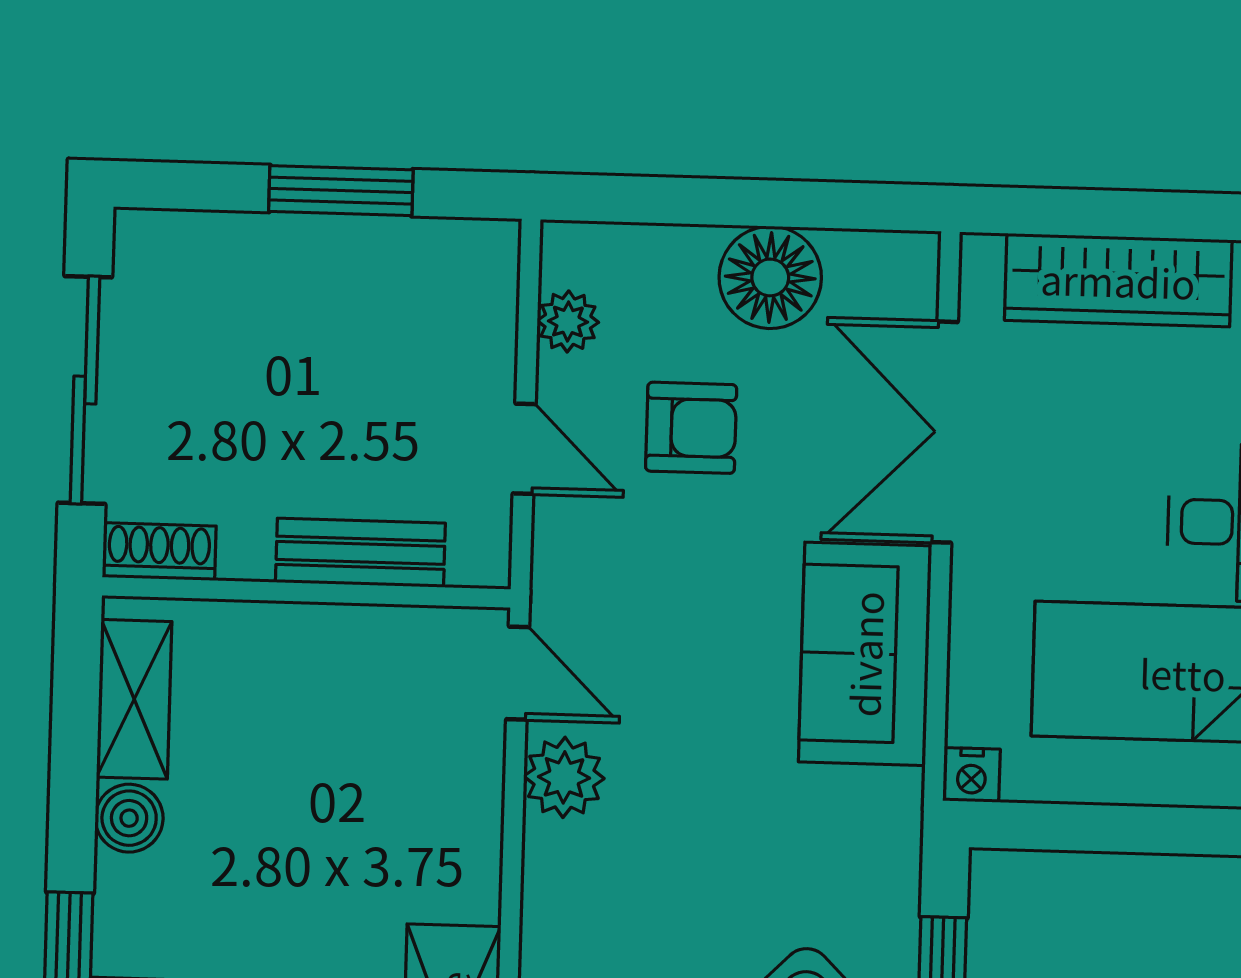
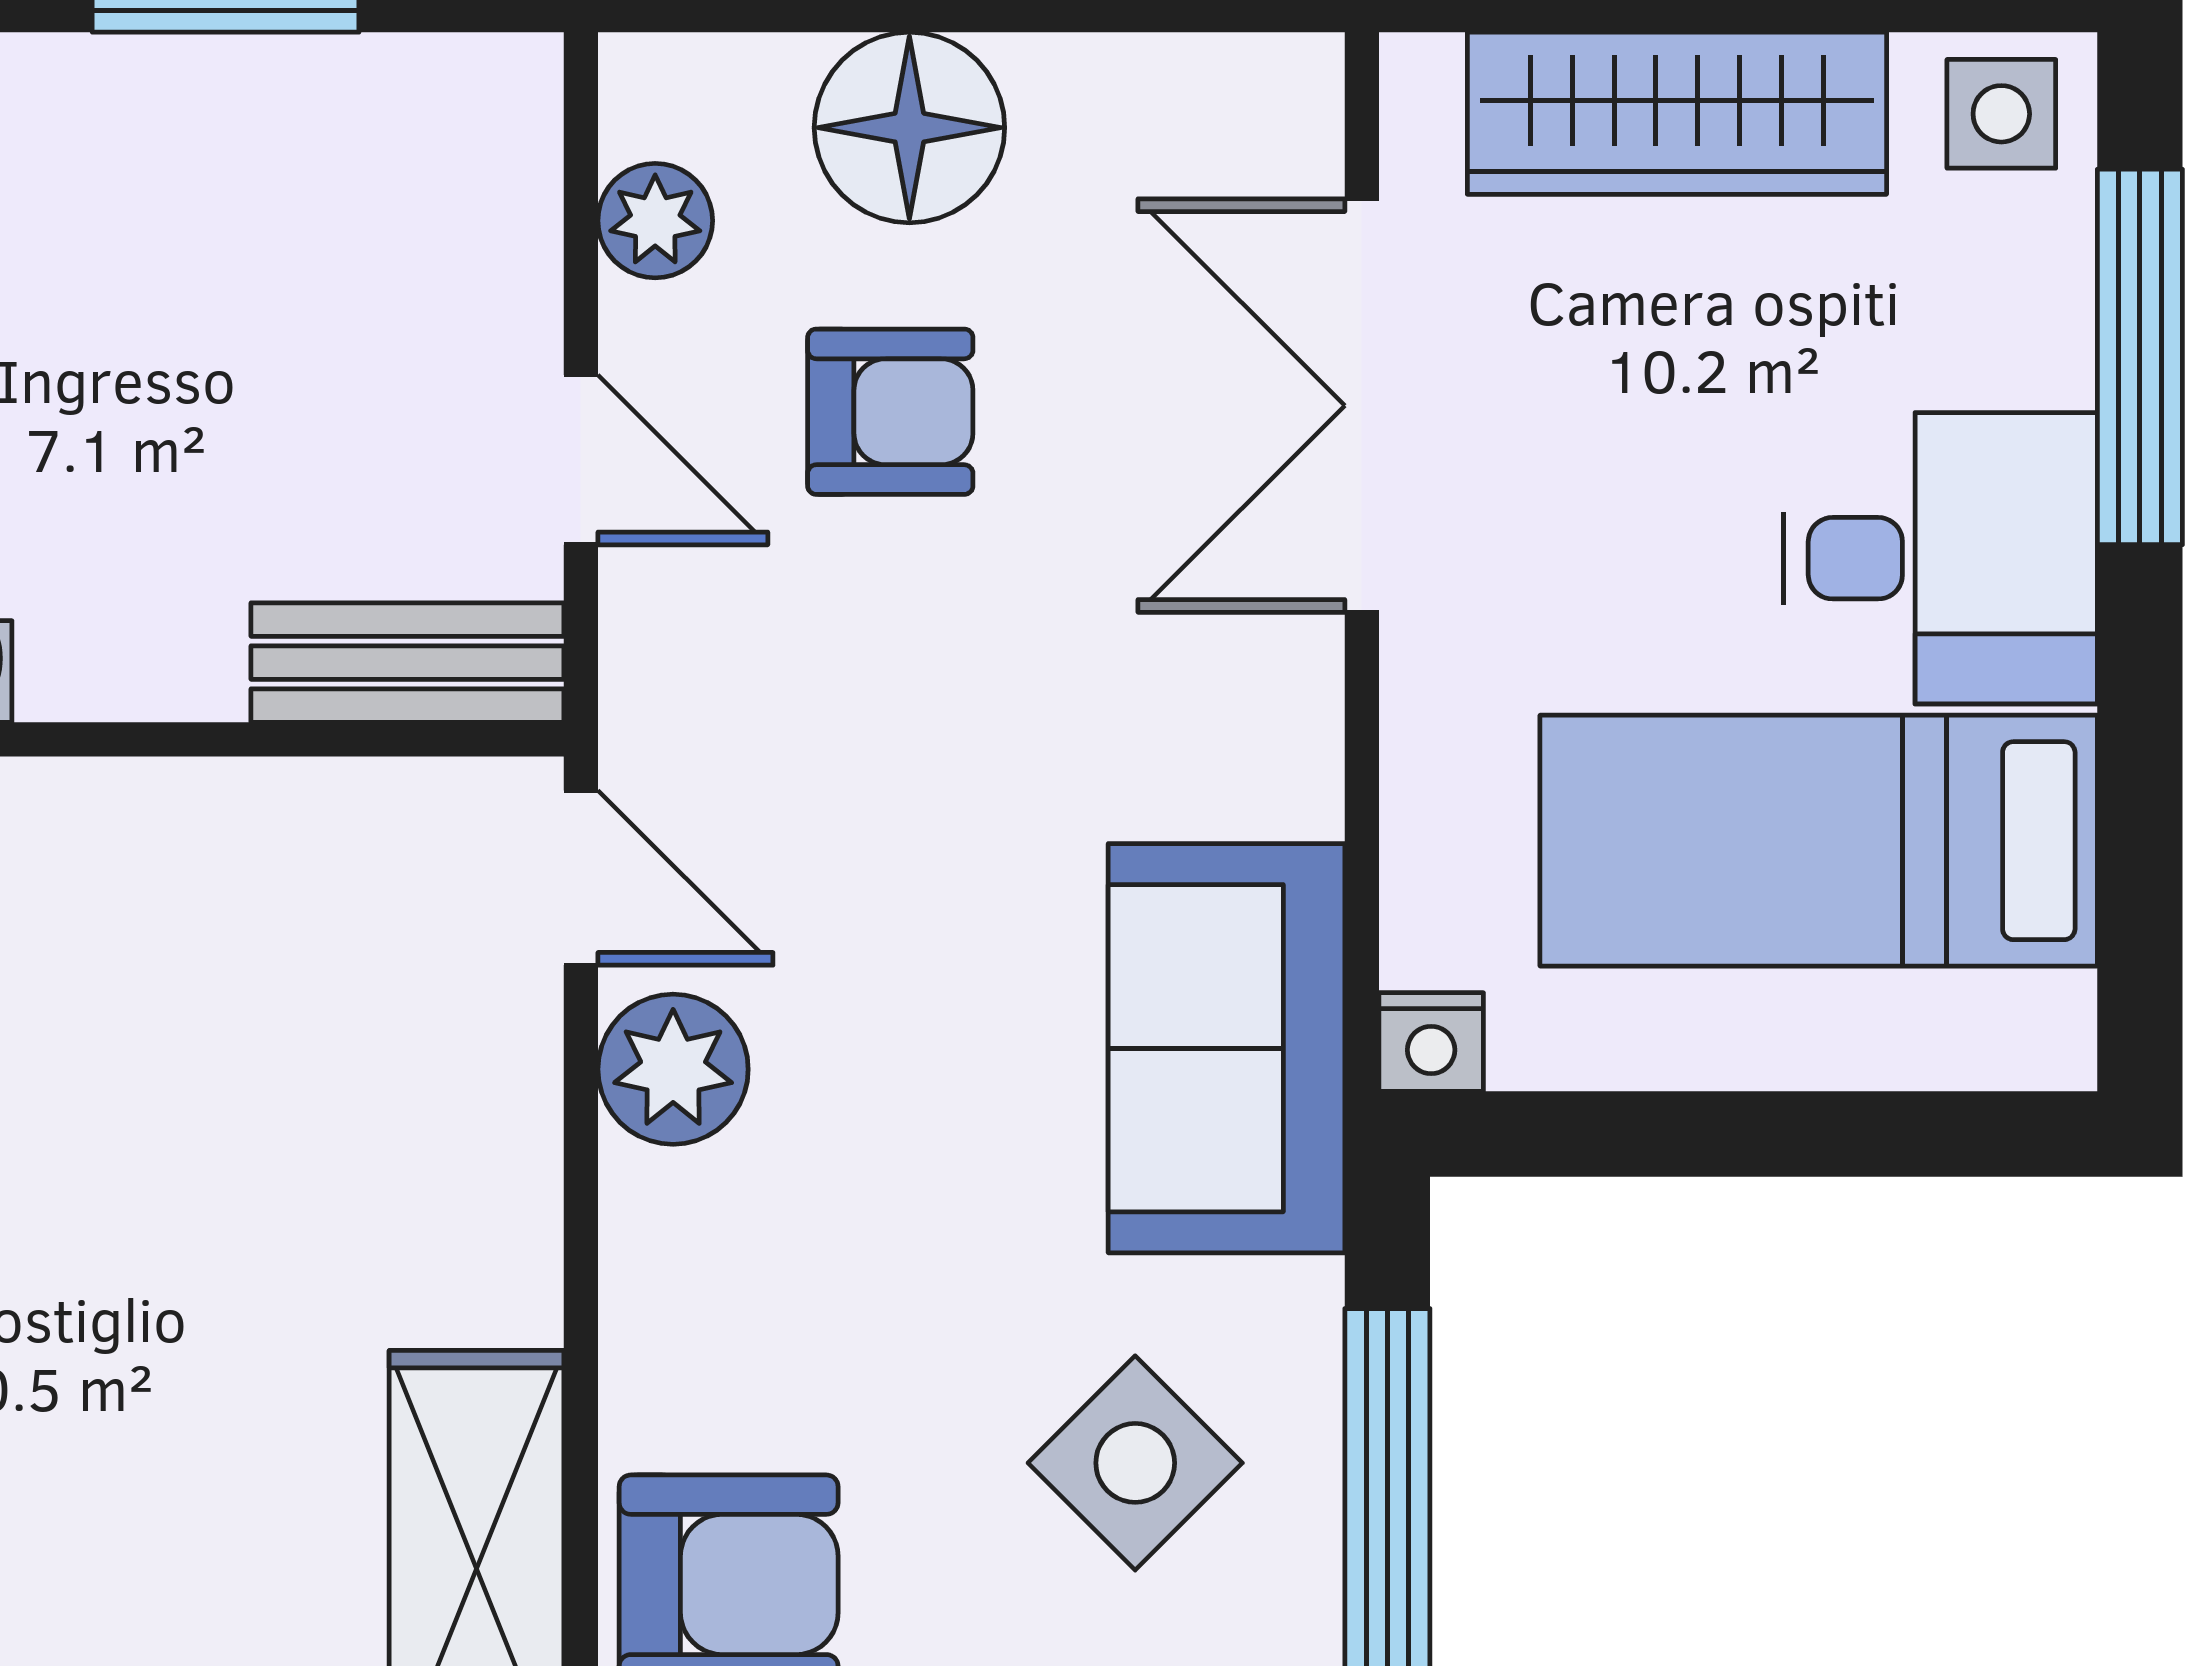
floor lamp: (770, 277) -> (909, 128), moved
bench: (360, 553) -> (407, 663), moved
sofa: (865, 654) -> (1226, 1048), moved

